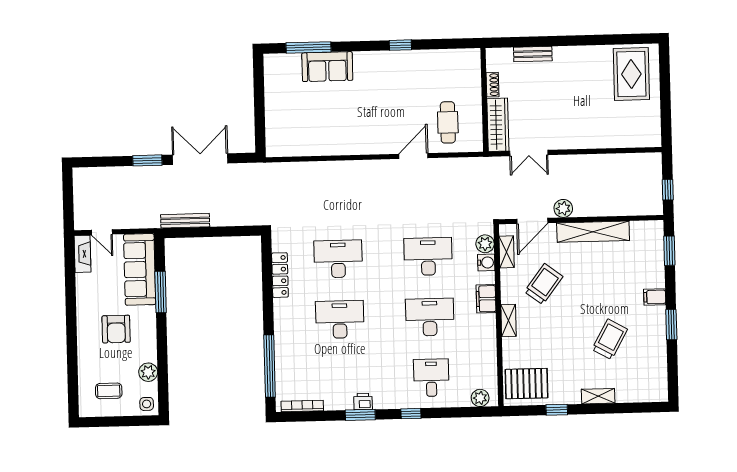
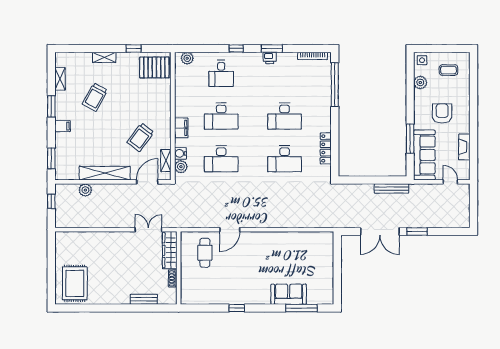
plant: (563, 208) -> (85, 190), moved
fireplace: (83, 254) -> (464, 147), moved
shelving: (508, 320) -> (60, 79), moved

